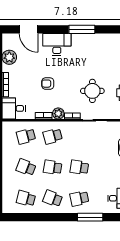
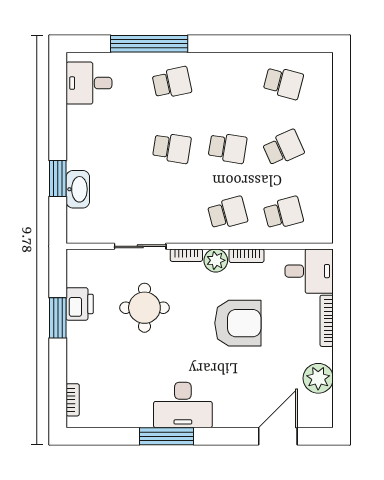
door: (29, 29) -> (278, 436), hinge flipped
desk: (57, 44) -> (183, 405), moved
armchair: (48, 84) -> (238, 323), width x1.88, depth x1.88
school desk: (26, 167) -> (283, 148), turned -45
school desk: (53, 198) -> (228, 83), removed
window: (90, 217) -> (149, 44), width x1.46

